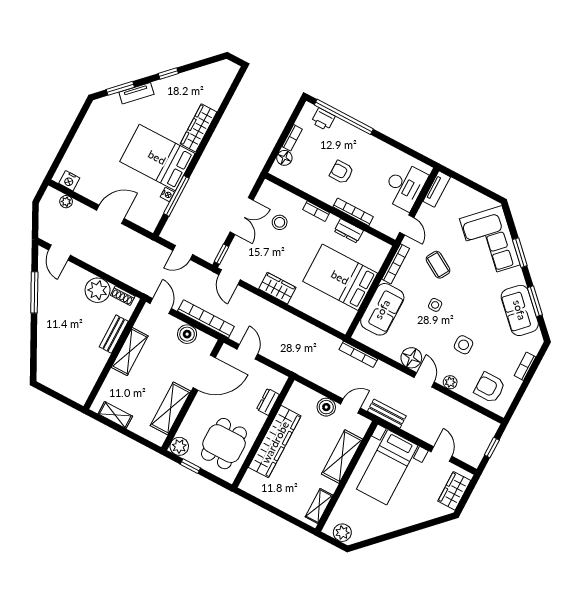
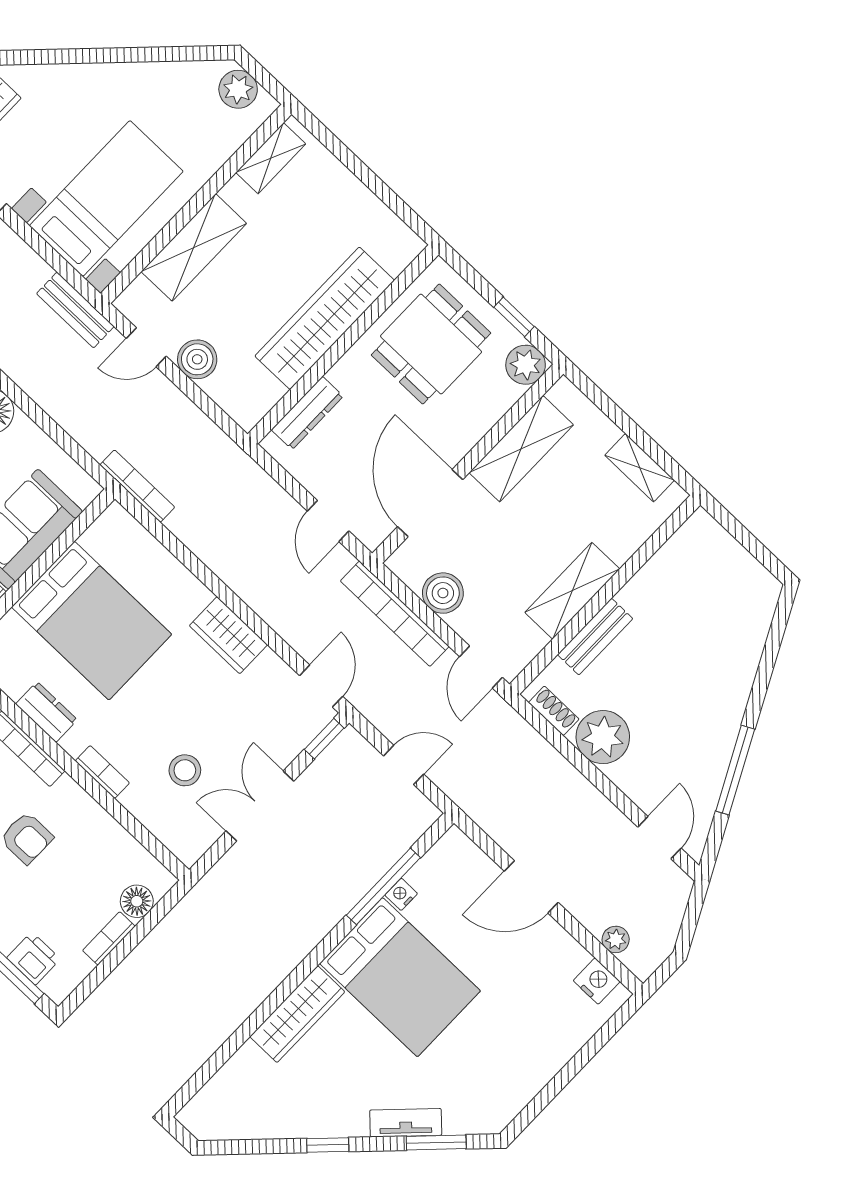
bookcase: (358, 354) -> (137, 486), moved
door: (204, 373) -> (430, 503), hinge flipped
dresser: (268, 402) -> (307, 413), width x1.44

